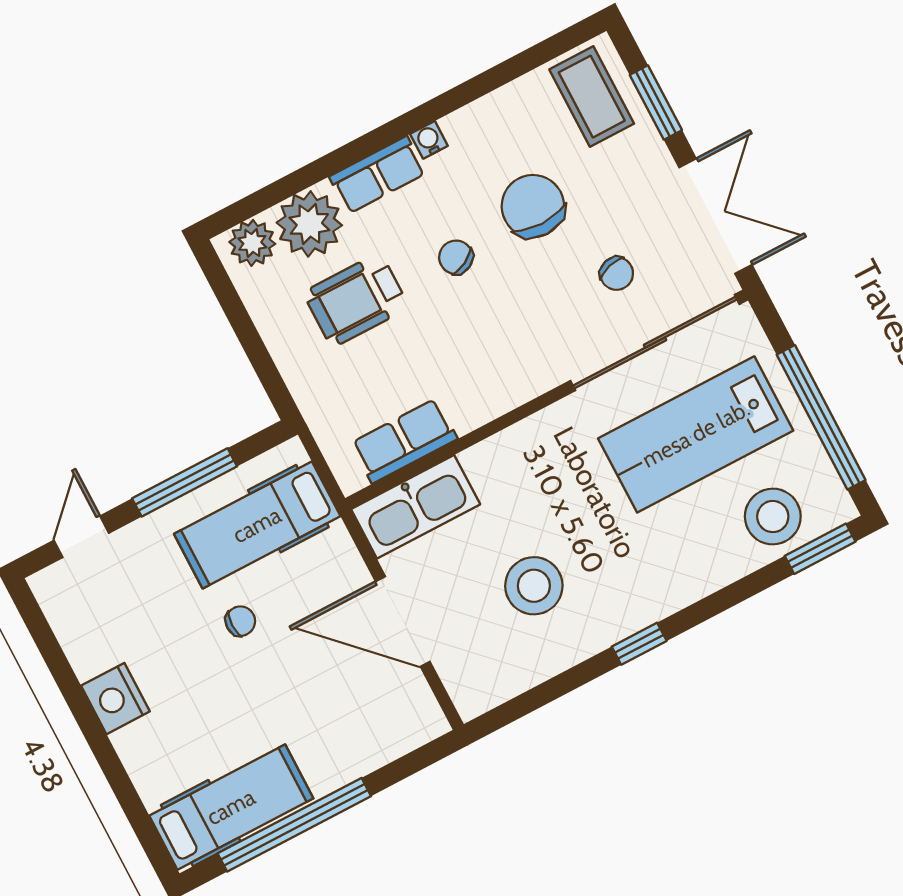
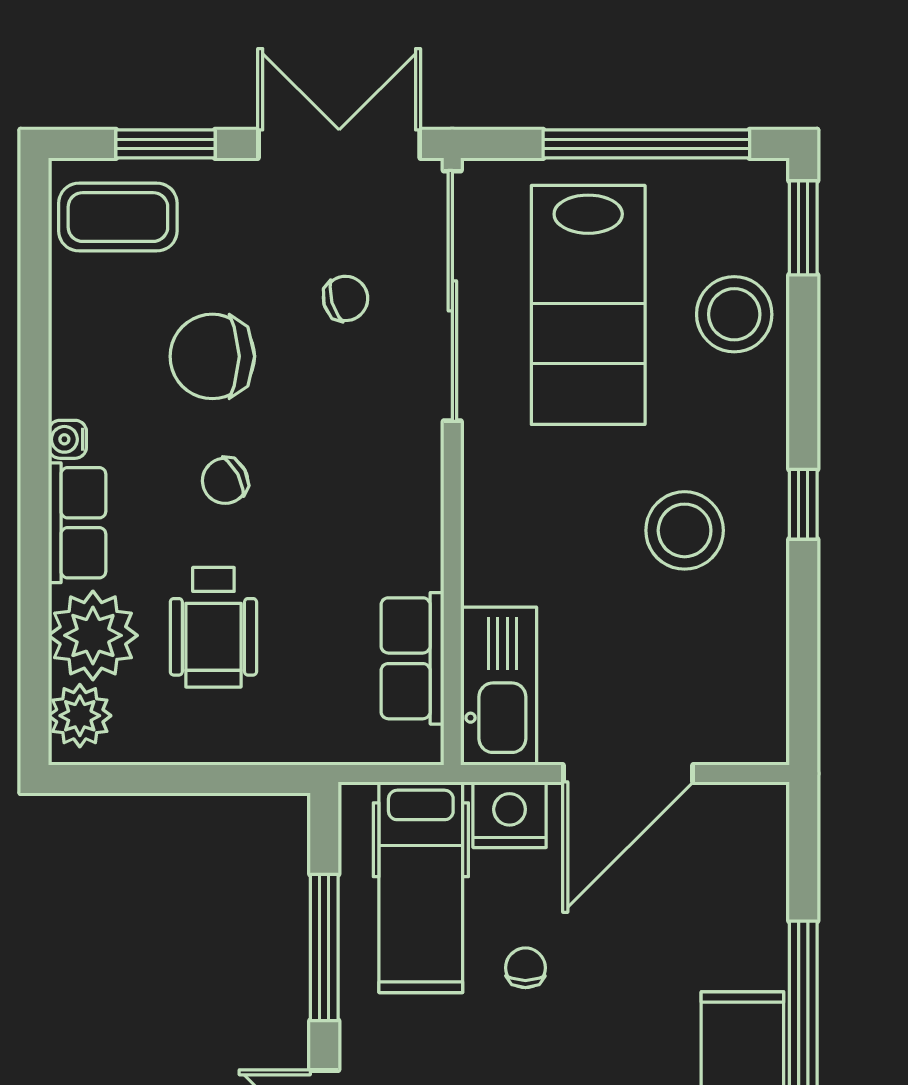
stool: (773, 517) -> (734, 314), moved
nightstand: (335, 558) -> (510, 815), added
stool: (534, 586) -> (685, 530), moved

